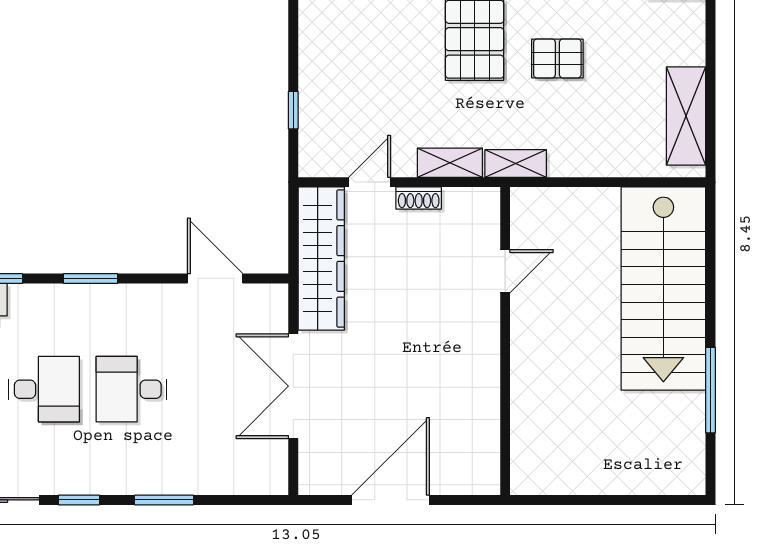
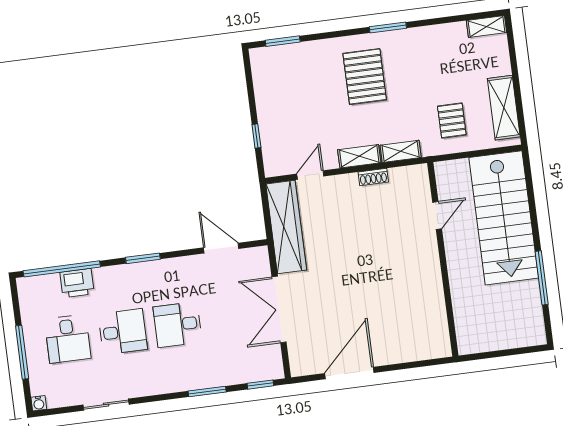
pallet: (557, 58) -> (452, 121), moved, turned 90
shoe rack: (419, 198) -> (373, 177), moved
door: (505, 271) -> (437, 215), moved
wall: (505, 341) -> (443, 259), moved
window: (79, 500) -> (260, 385), moved

